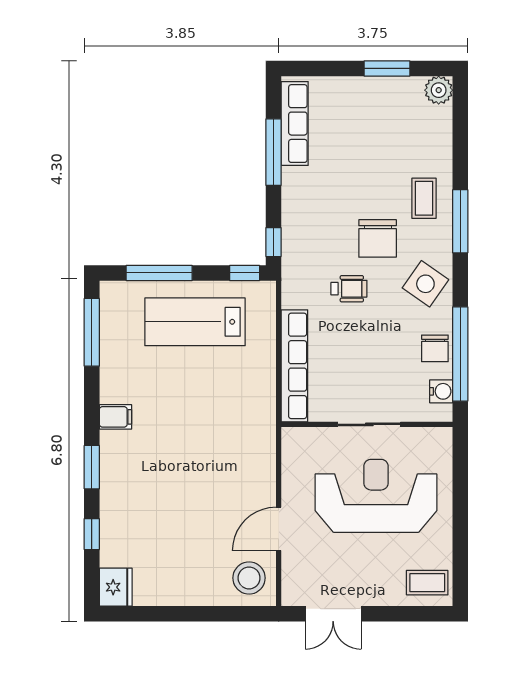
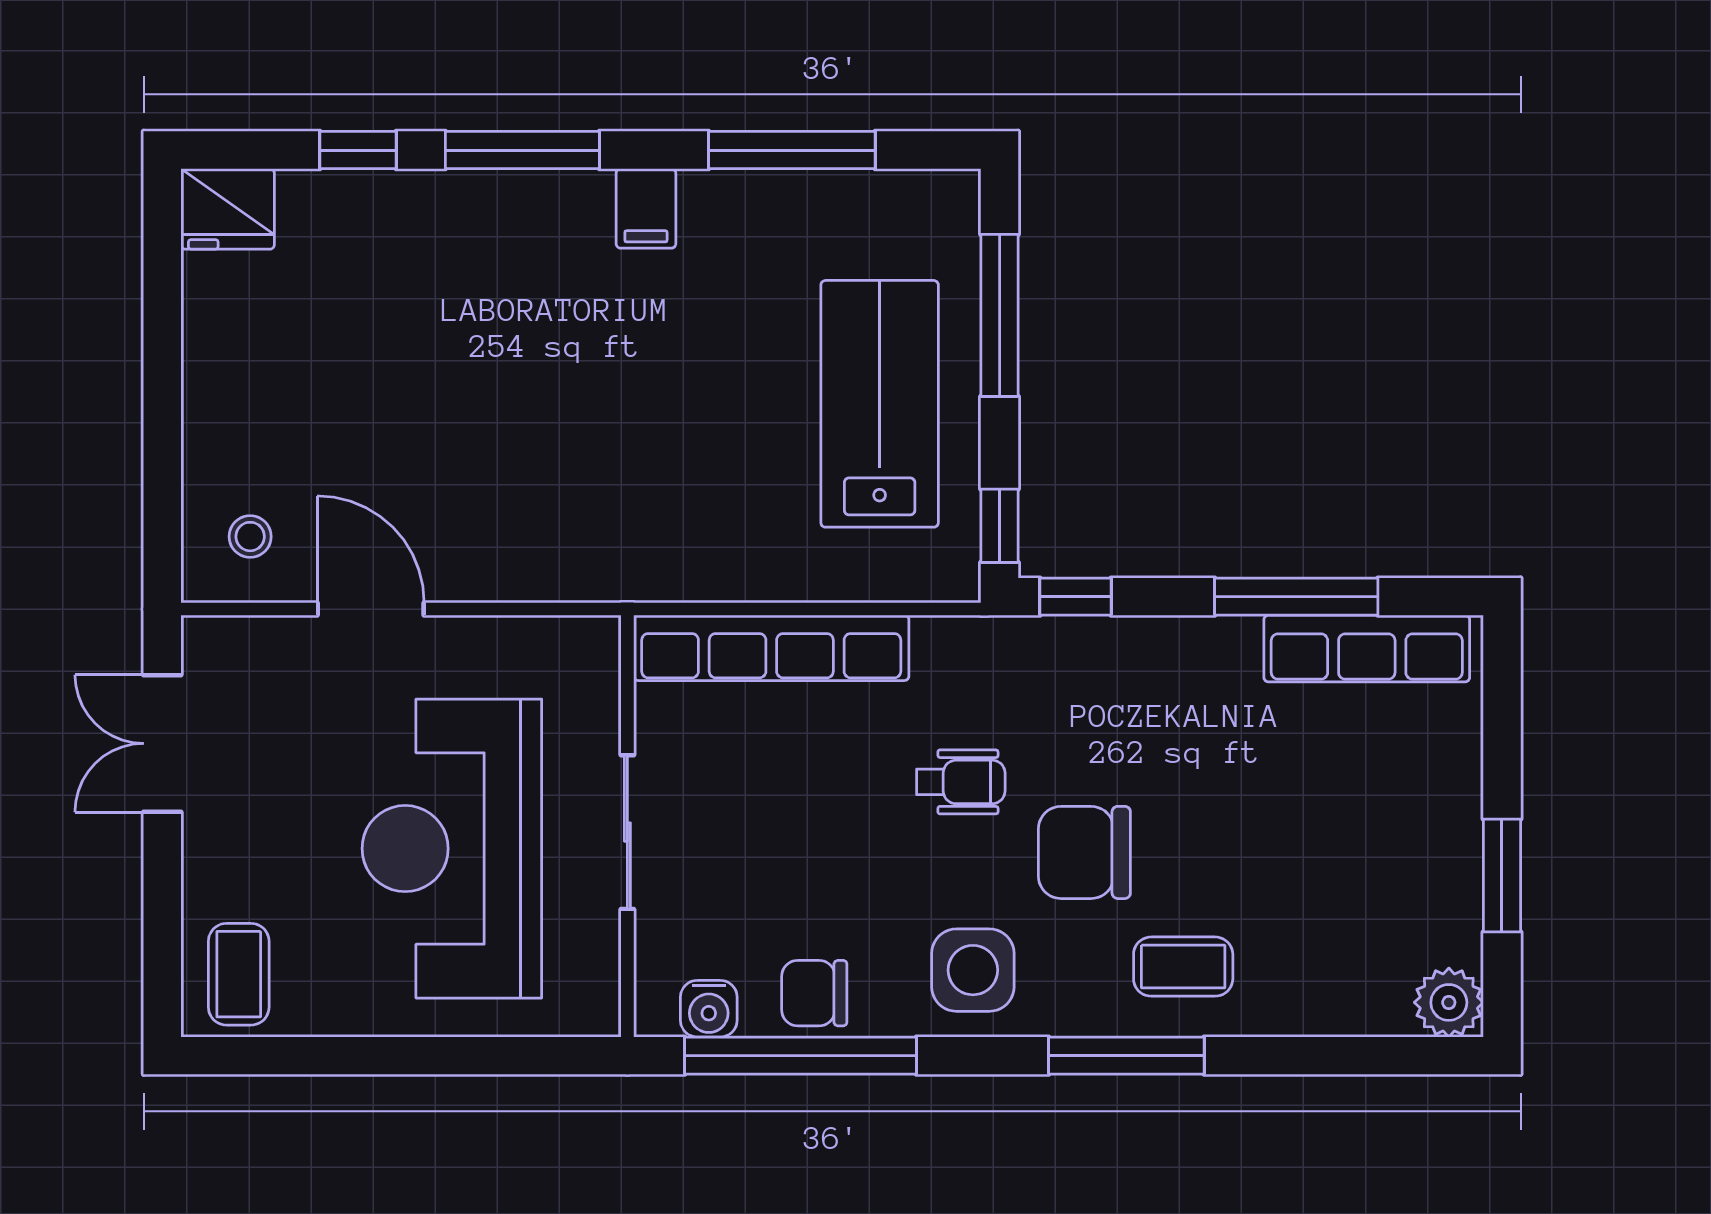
side table: (425, 284) -> (973, 970), turned -35
wheelchair: (349, 289) -> (961, 782), turned -90
window: (92, 332) -> (792, 150), moved
window: (92, 467) -> (522, 150), width x1.44
reception desk: (376, 496) -> (452, 849), turned 180
stool: (249, 578) -> (250, 537), width x0.53, depth x0.53

